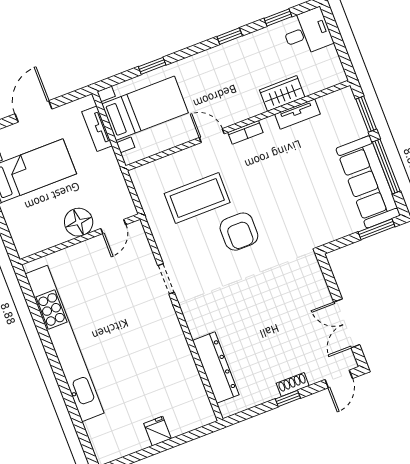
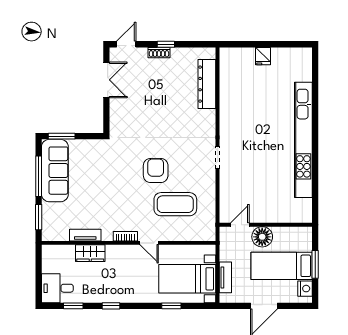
floor lamp: (79, 222) -> (262, 237), moved
door: (113, 227) -> (240, 225), moved
wall: (80, 239) -> (266, 225), moved

